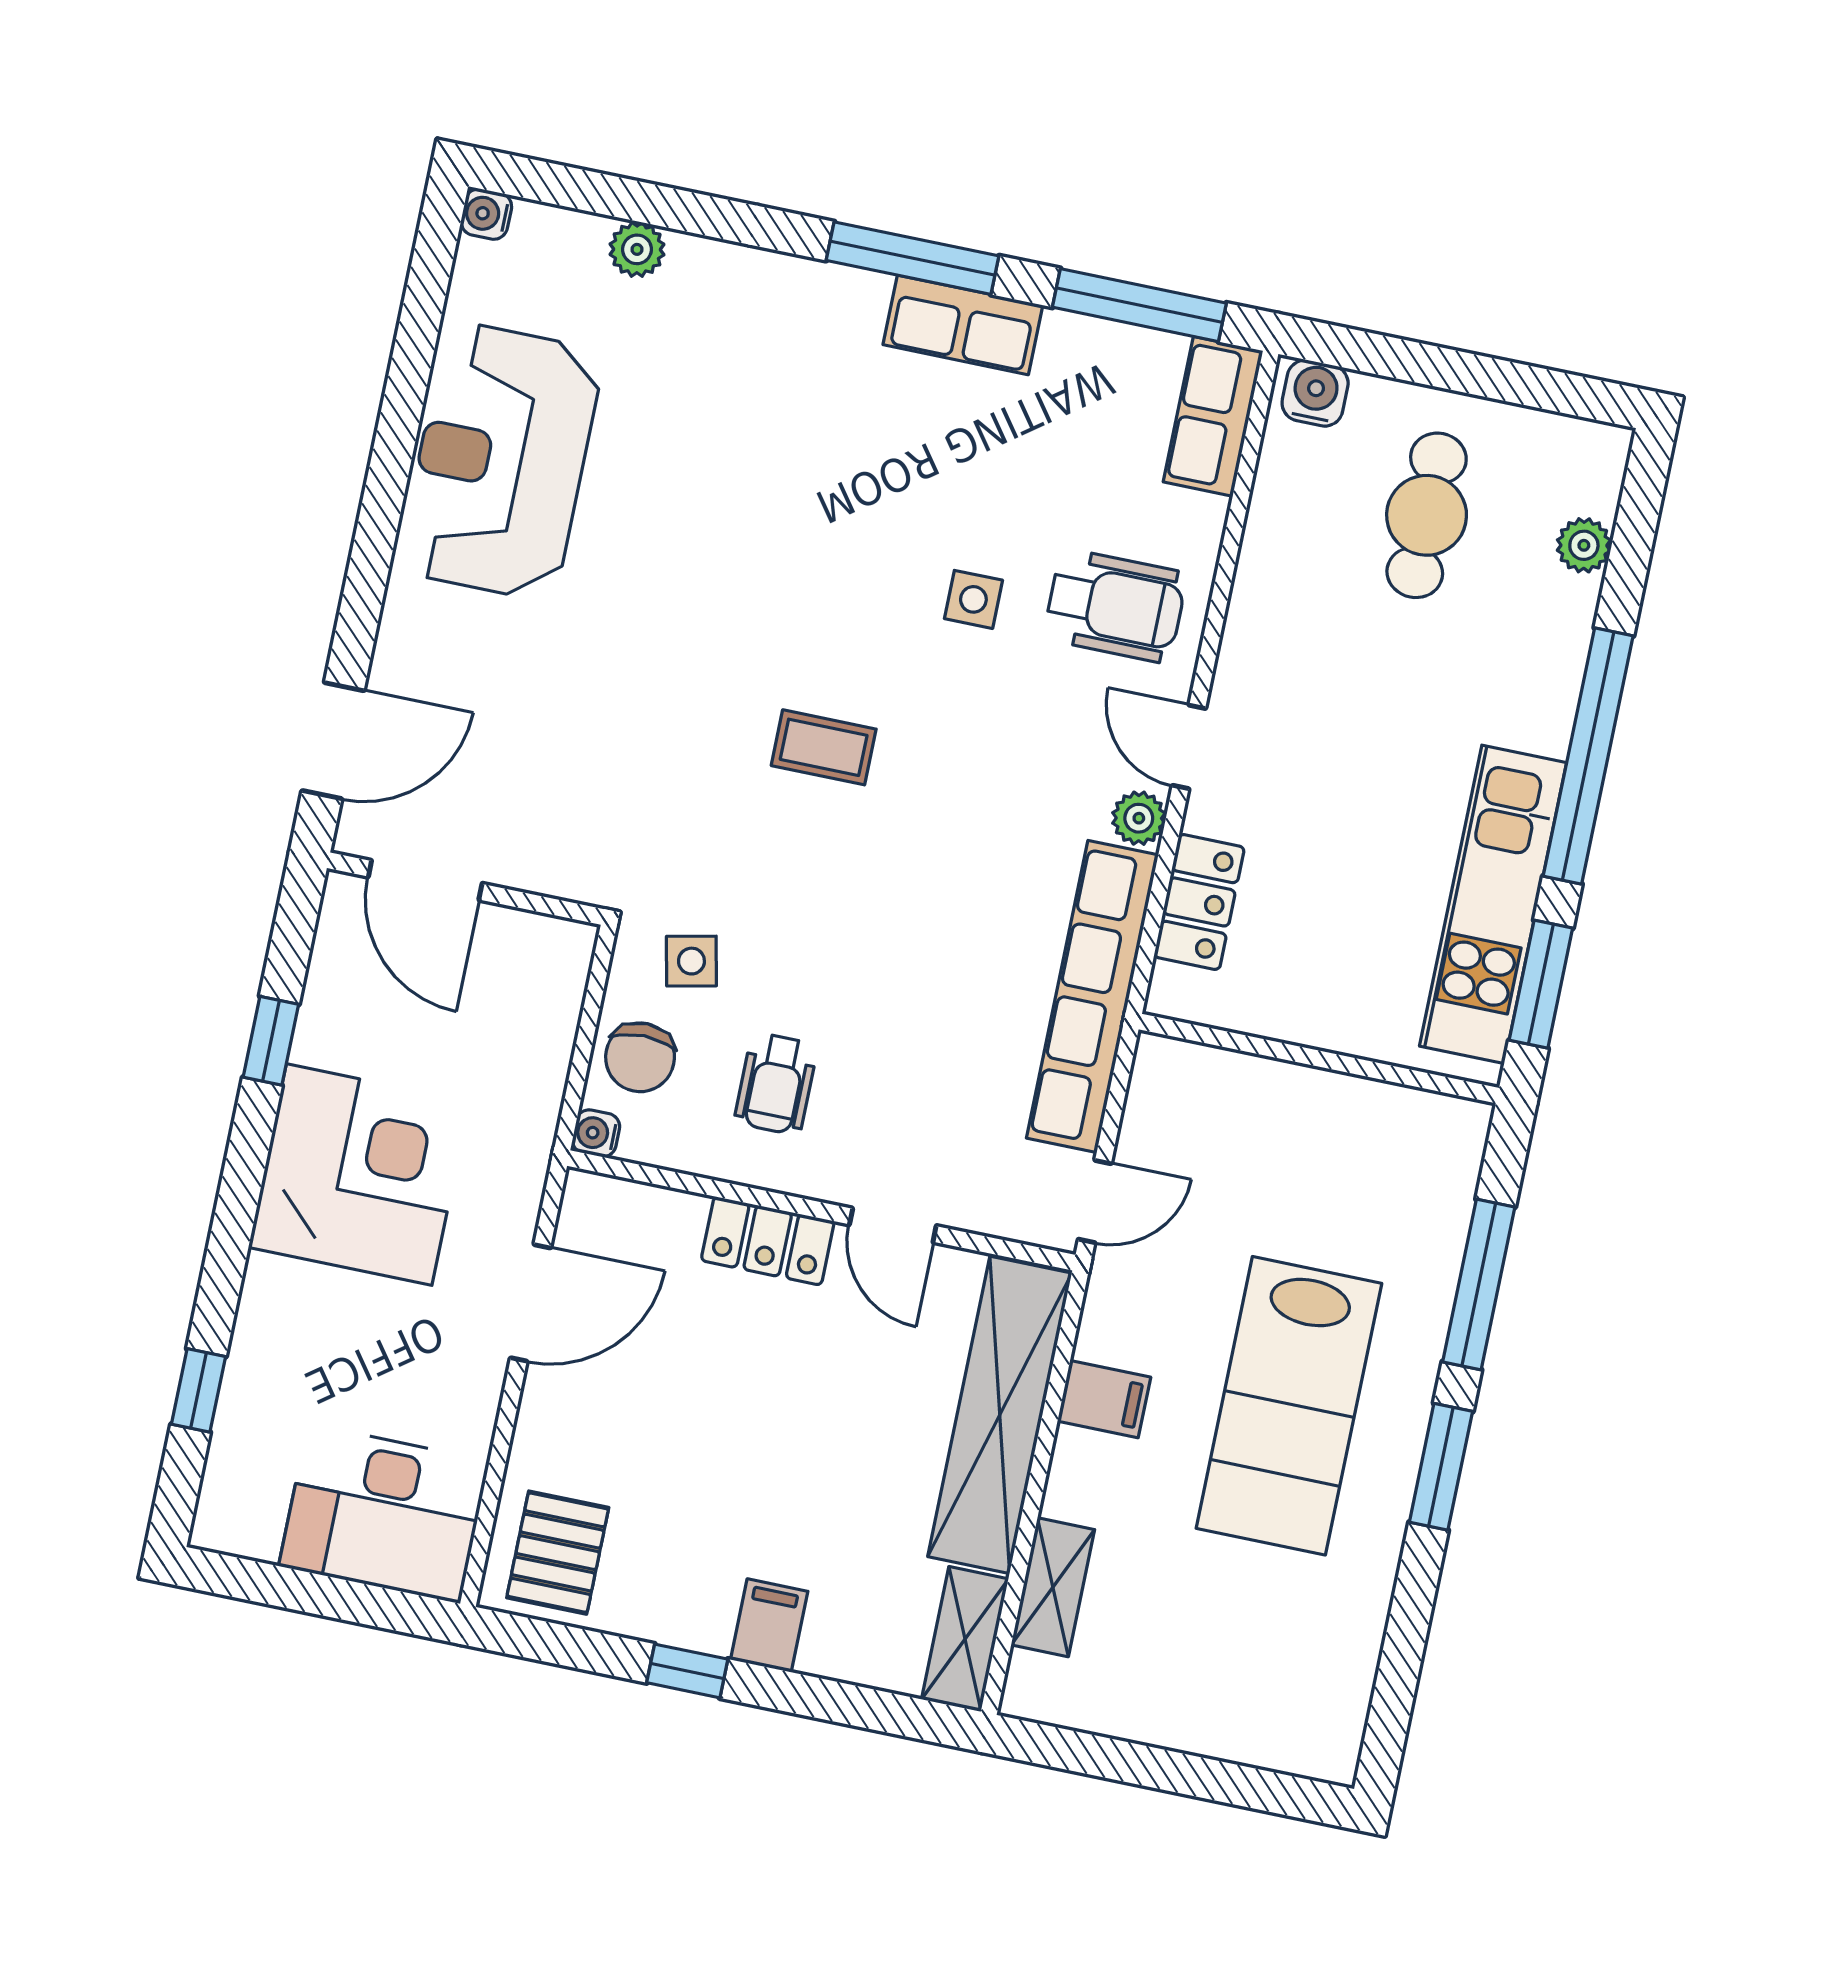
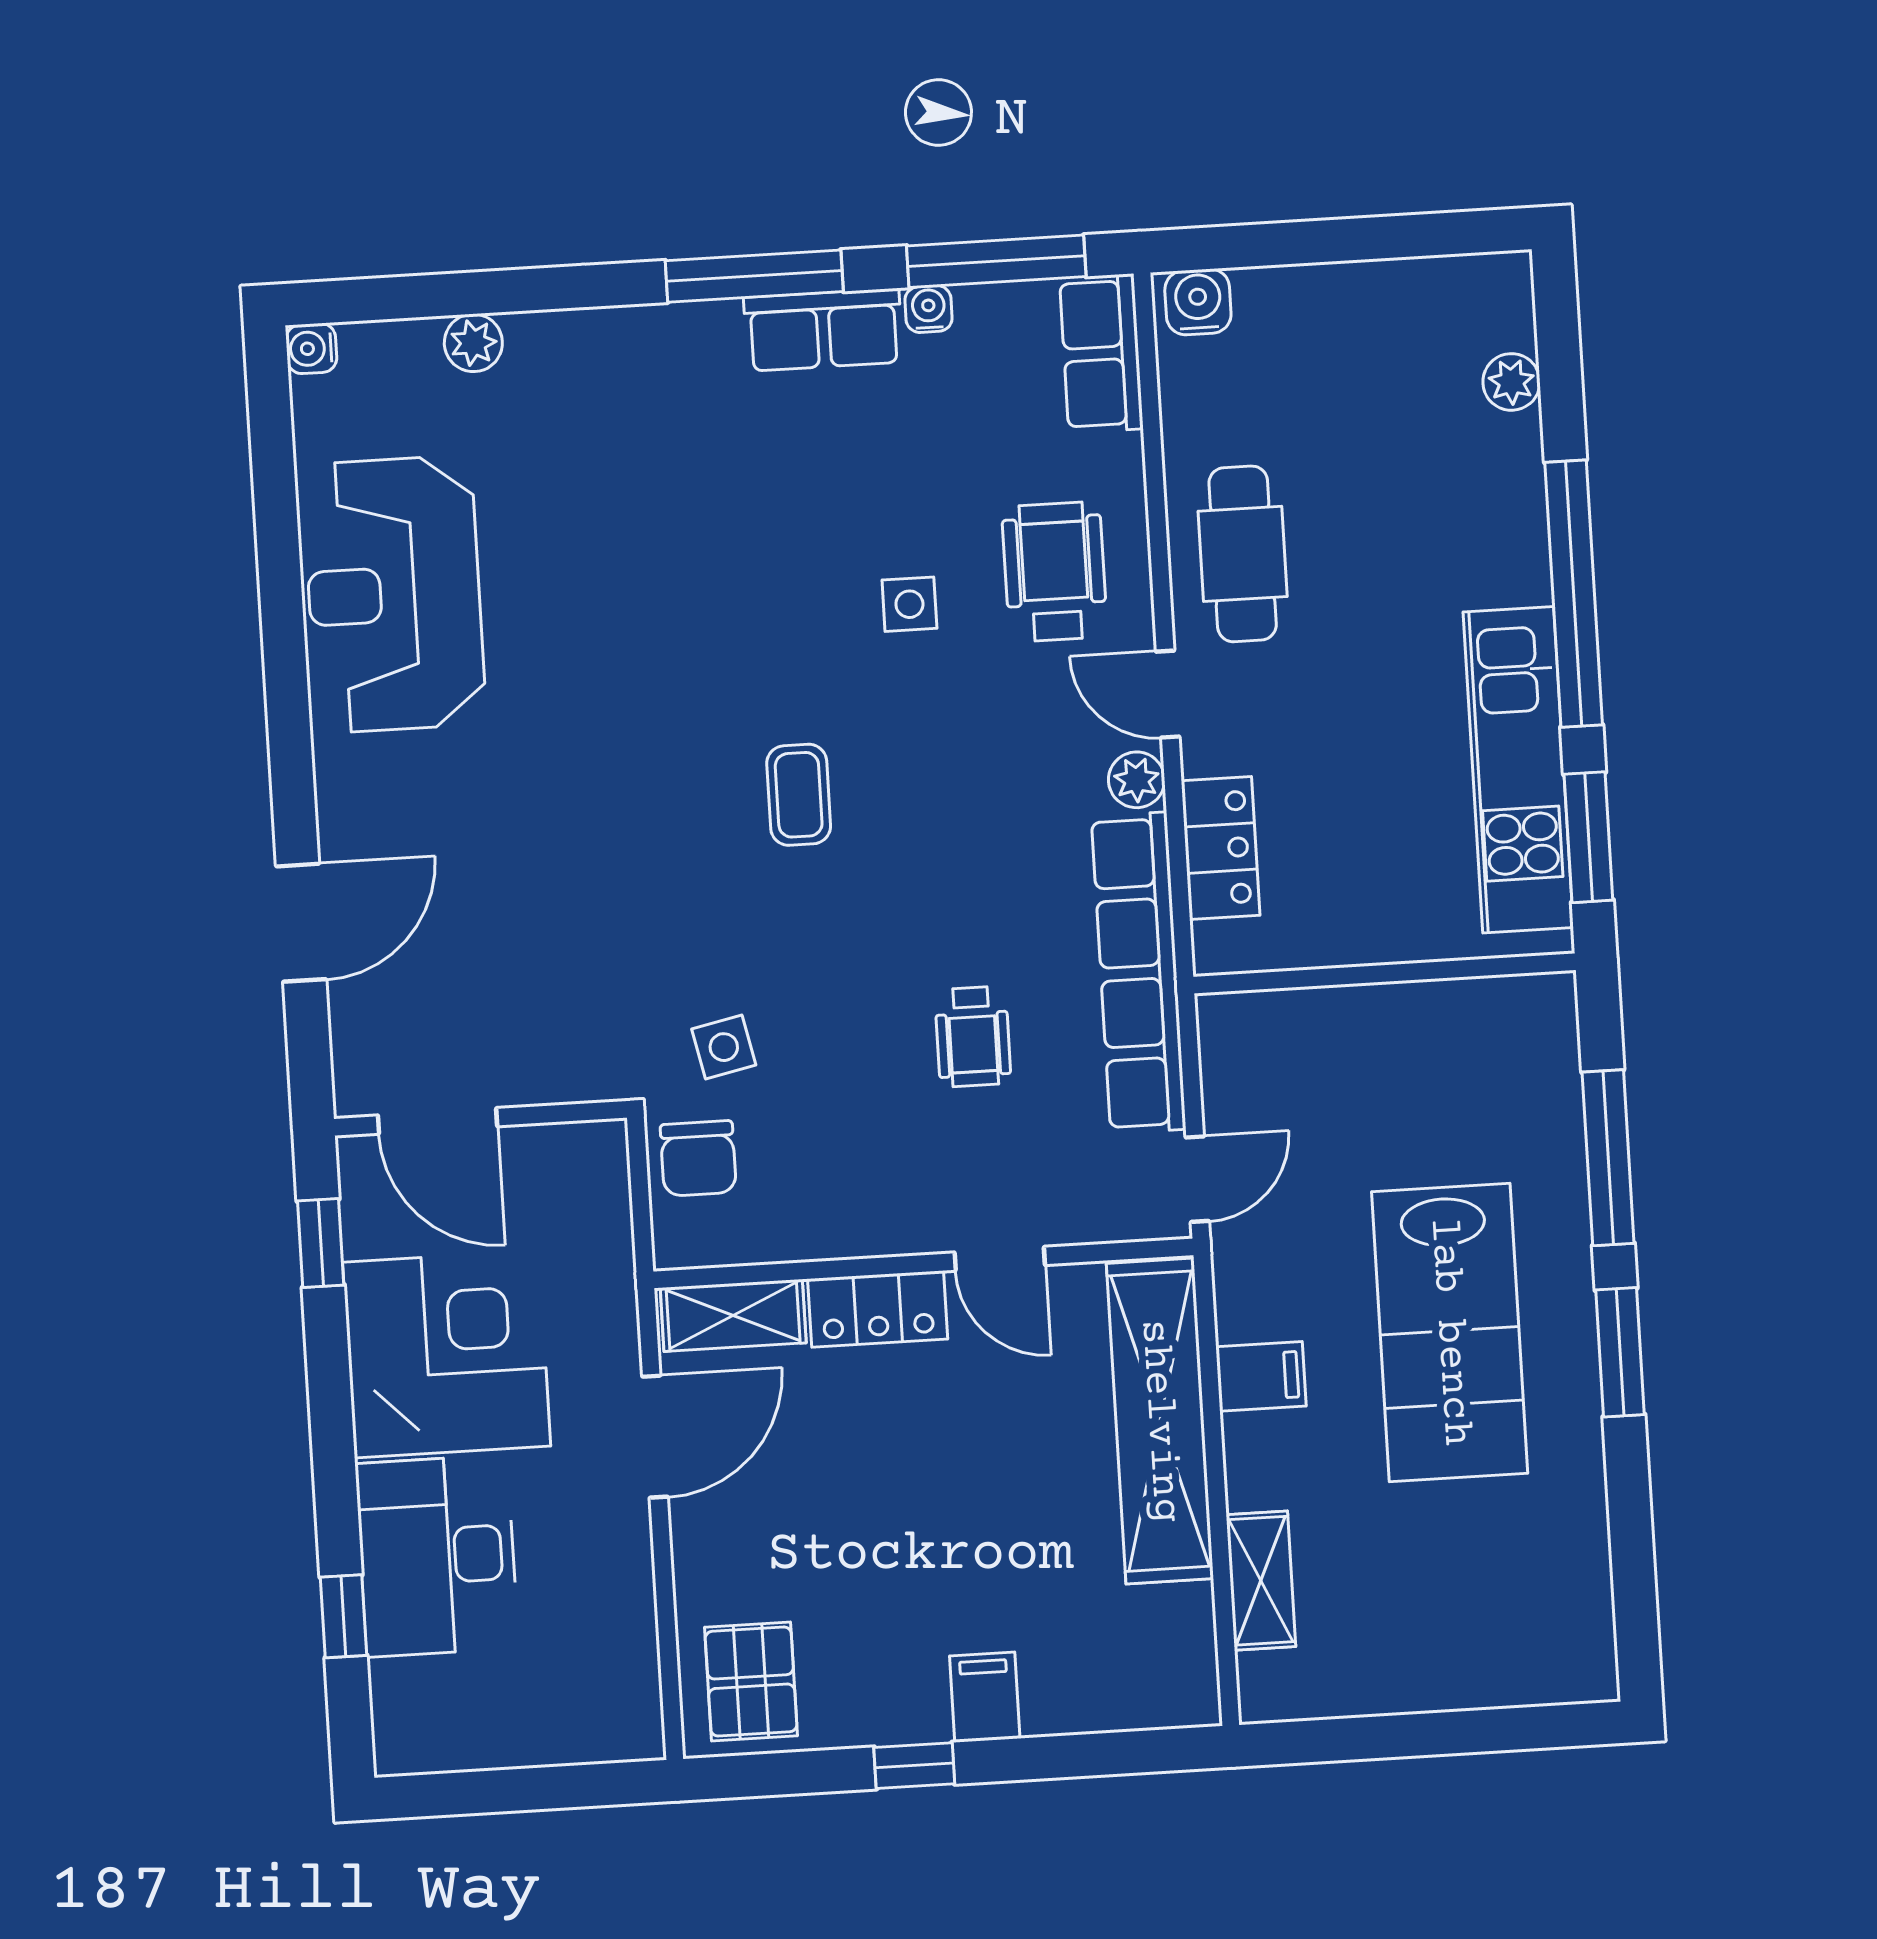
cafe table: (1427, 515) -> (1243, 554), moved
wheelchair: (1115, 606) -> (1055, 572), turned -90
coffee table: (824, 747) -> (799, 795), turned 90
door: (425, 880) -> (438, 1121), moved
wall: (465, 889) -> (480, 1118), moved
wheelchair: (776, 1084) -> (973, 1037), moved
water cooler: (596, 1133) -> (929, 309), moved, turned 90
desk: (384, 1514) -> (437, 1556), moved, turned 90
shelving: (965, 1639) -> (733, 1315), moved, turned 90

